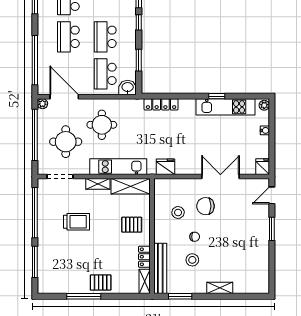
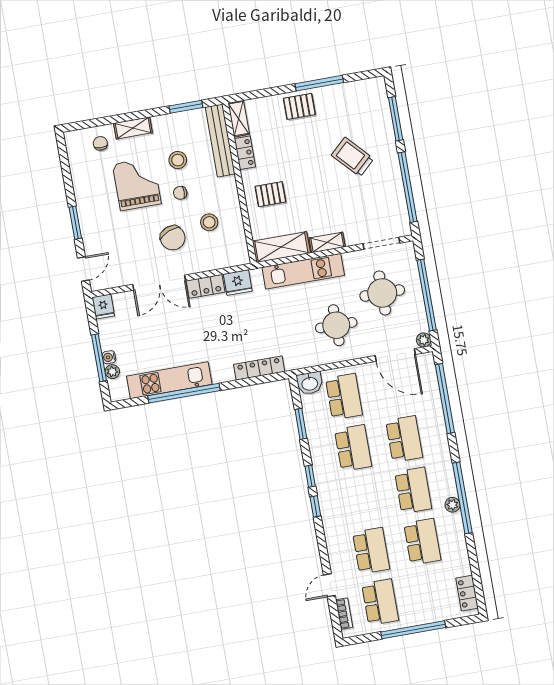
window: (217, 96) -> (184, 393), width x3.17
plant: (264, 105) -> (112, 372), moved
window: (272, 131) -> (99, 358), added
locker: (188, 168) -> (206, 286), added
chair: (205, 206) -> (173, 238), turned 68
trolley: (76, 222) -> (352, 157), moved, turned 47
grand piano: (224, 248) -> (137, 184), added
chair: (244, 281) -> (100, 143), added

